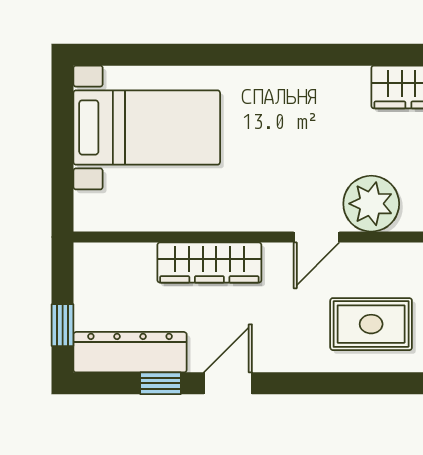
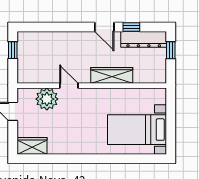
door: (317, 237) -> (69, 86), hinge flipped
rug: (371, 324) -> (47, 51), removed
door: (228, 383) -> (104, 27), hinge flipped

